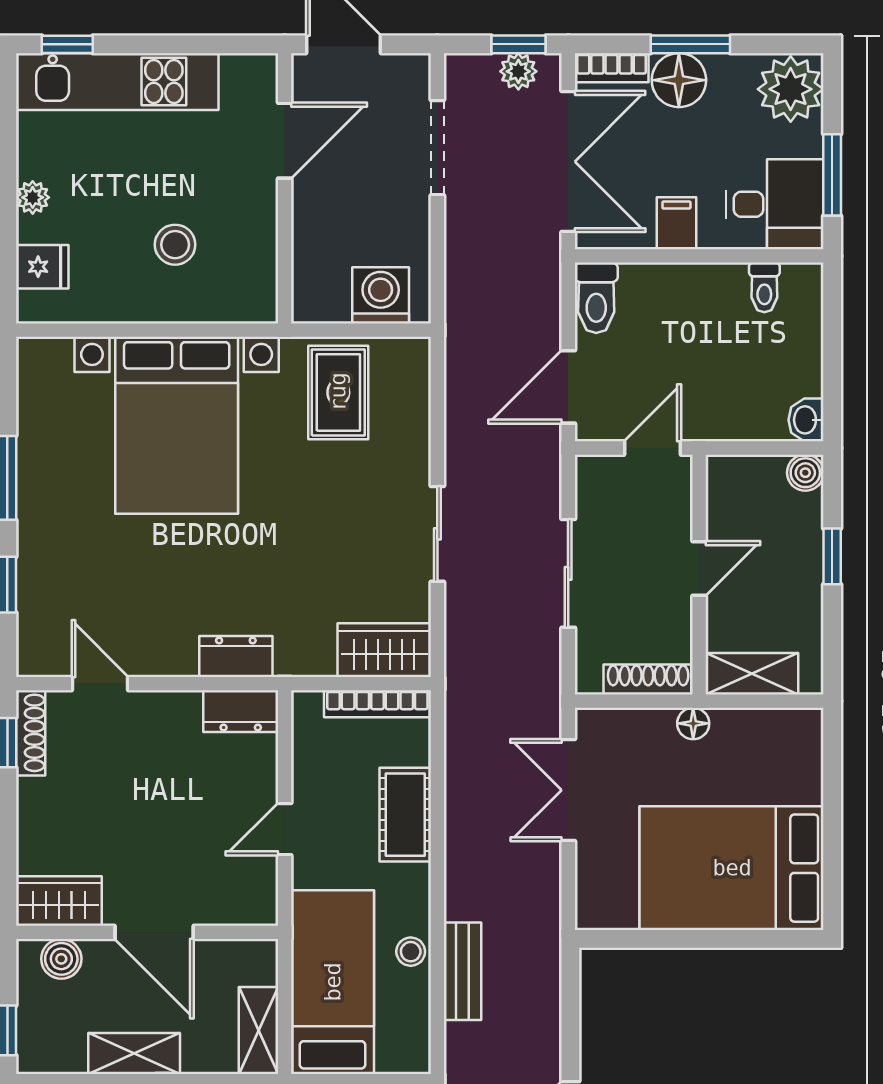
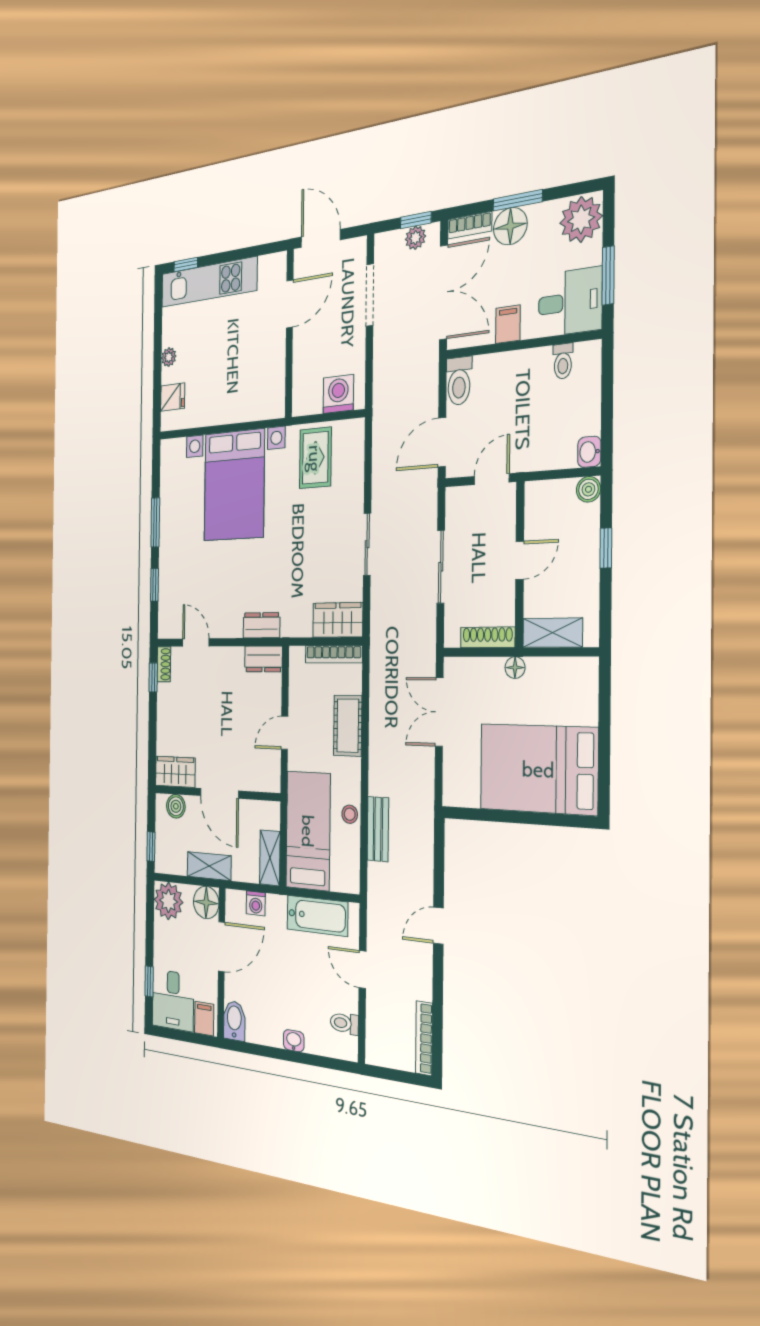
stool: (175, 245) -> (235, 376), removed
shoe rack: (31, 733) -> (164, 664), width x0.70

